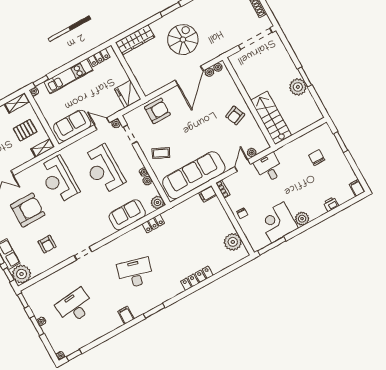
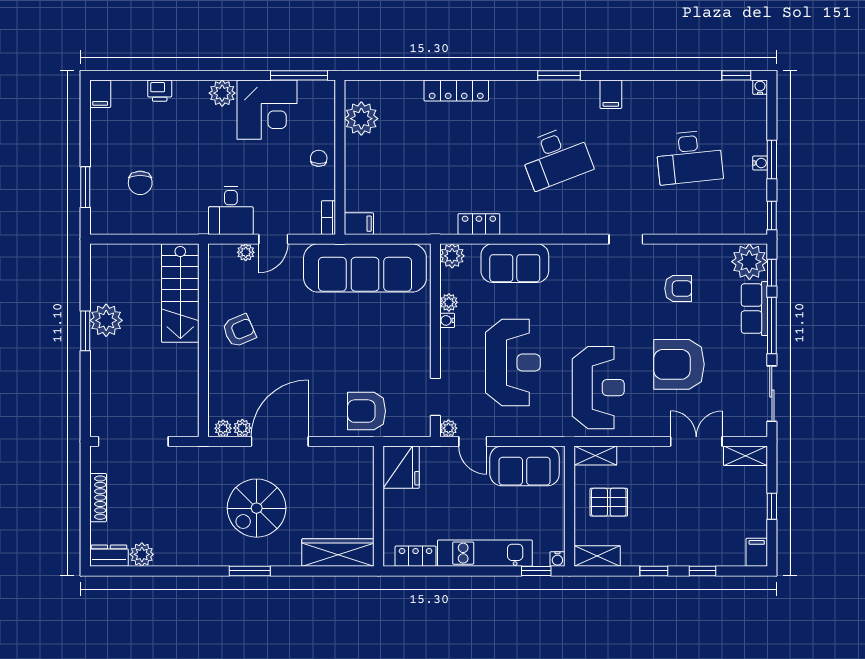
coffee table: (161, 153) -> (400, 336), removed
armchair: (47, 244) -> (678, 288), turned 90
desk: (135, 273) -> (556, 157), turned -36

